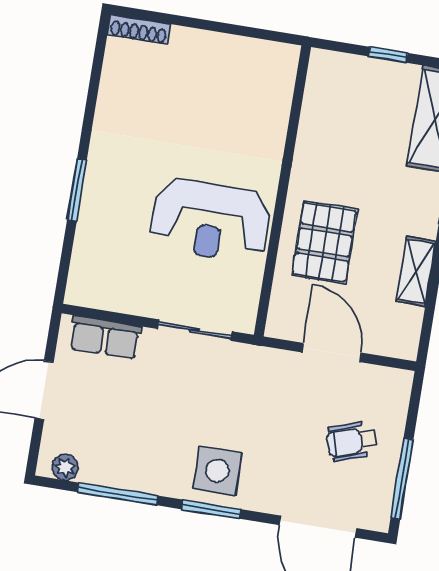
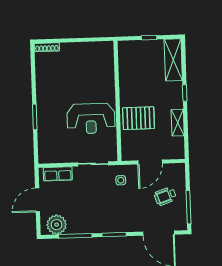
pallet: (325, 242) -> (139, 118), turned 90
door: (331, 353) -> (150, 162), swing flipped
plant: (65, 467) -> (57, 225), width x1.88, depth x1.88
side table: (217, 471) -> (121, 180), moved, width x0.54, depth x0.54

